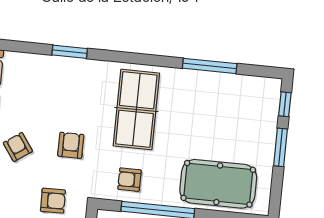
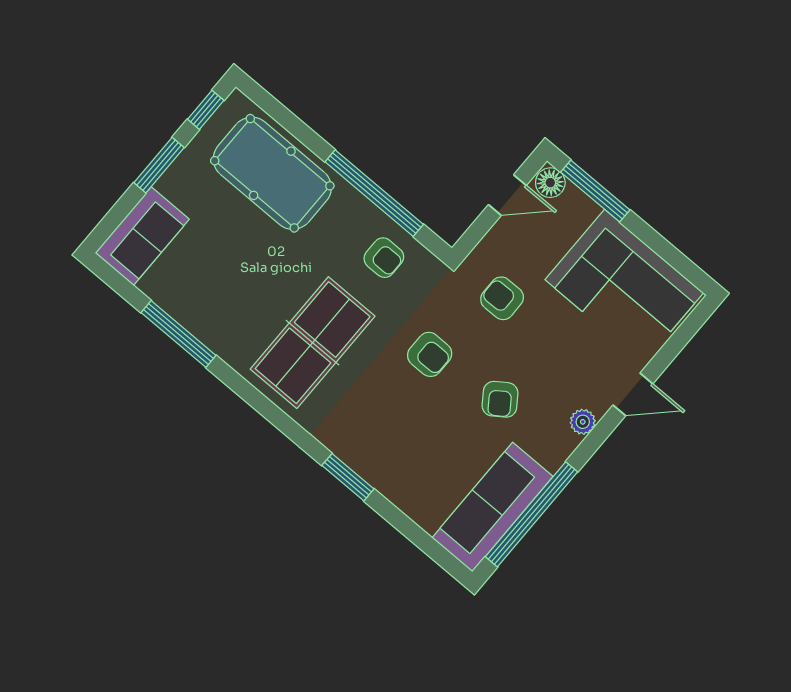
sofa: (264, 104) -> (142, 236), added
window: (285, 104) -> (206, 110), moved
armchair: (71, 145) -> (430, 354), turned -90

